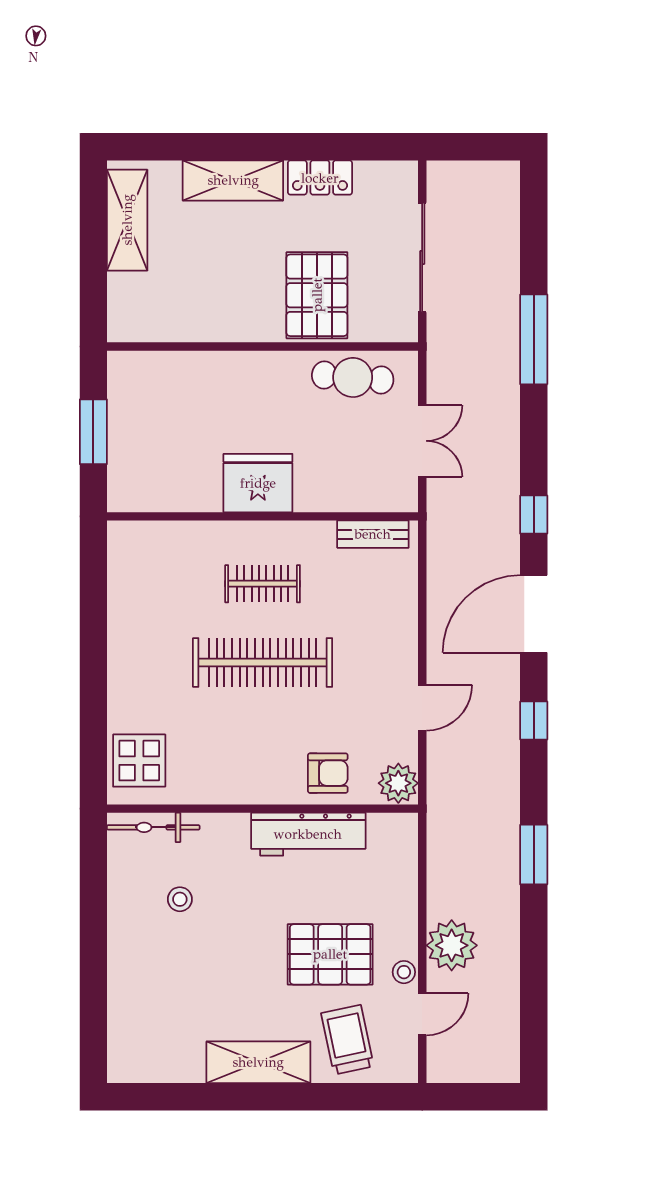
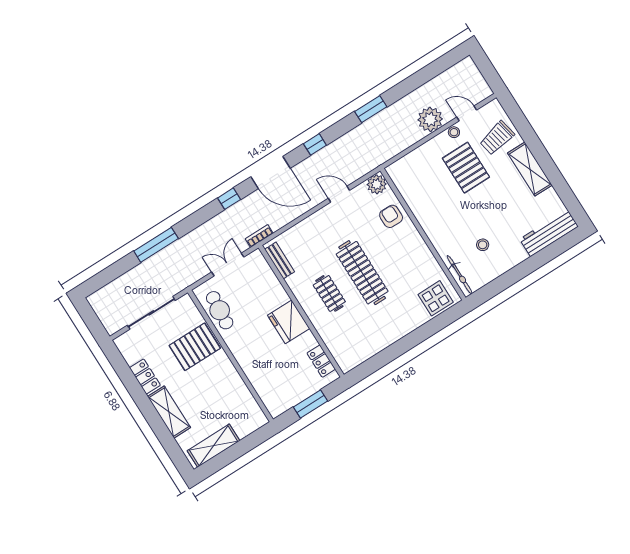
locker: (155, 497) -> (321, 361), added
bookcase: (437, 526) -> (259, 236), added
workbench: (308, 834) -> (549, 233), moved, turned -90

